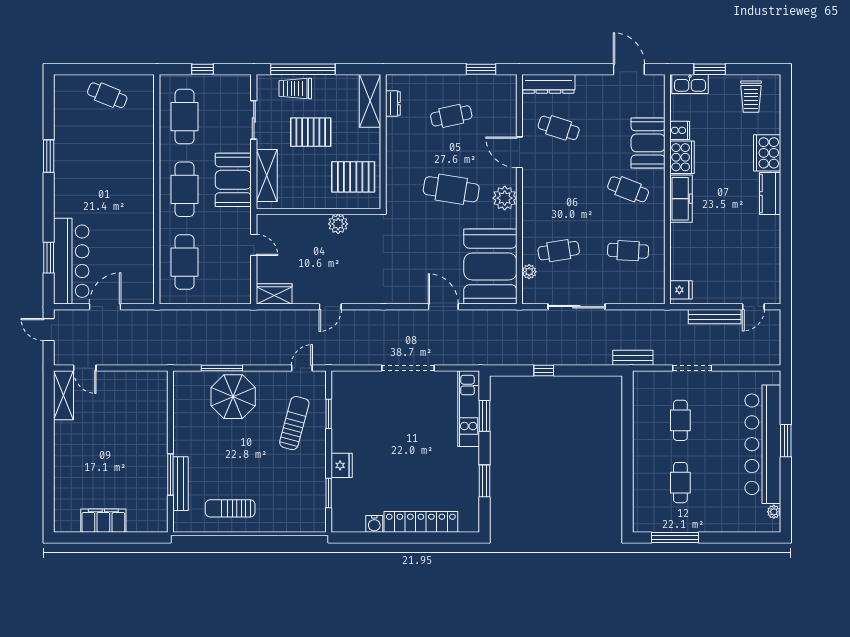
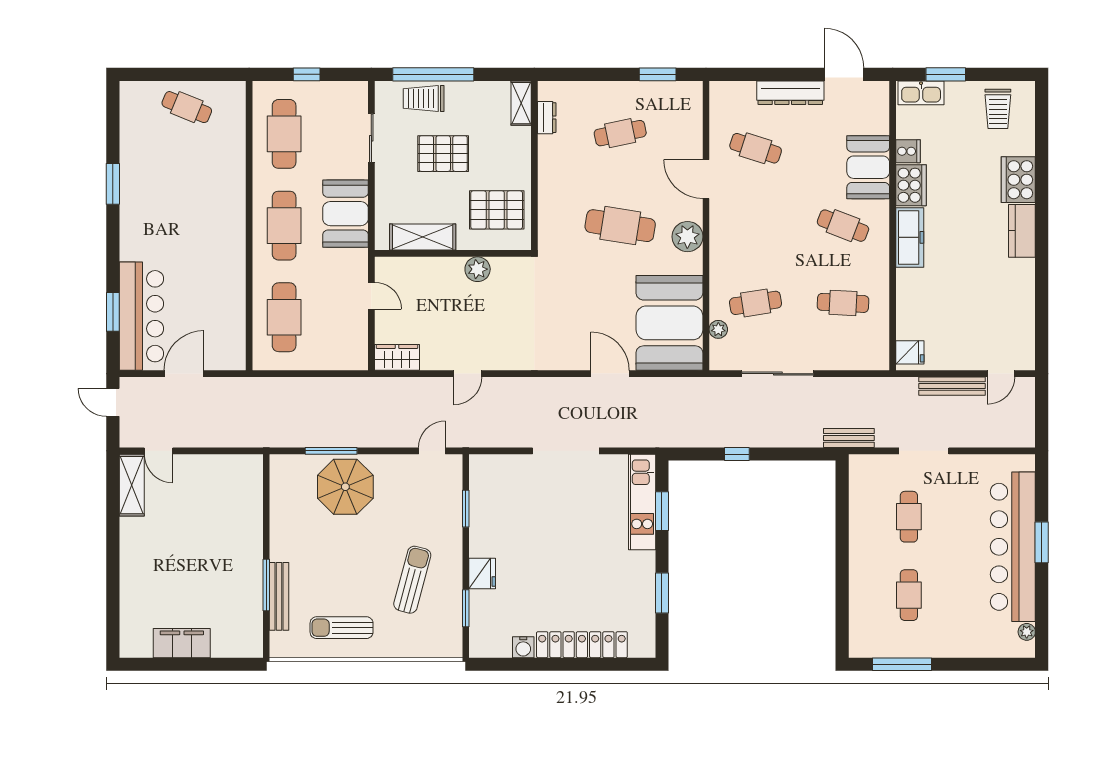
dresser: (548, 84) -> (790, 93), moved
shelving: (370, 101) -> (521, 103), width x0.67, depth x0.75
shelving: (267, 176) -> (423, 237), moved, turned 90
sun lounger: (294, 423) -> (412, 580), moved

